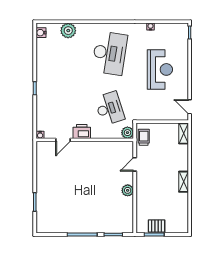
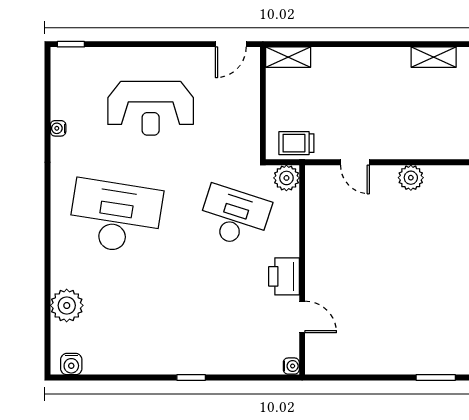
reception desk: (160, 69) -> (151, 108), turned 180
desk: (110, 108) -> (234, 217), turned 36
shelving: (184, 182) -> (434, 57), moved

